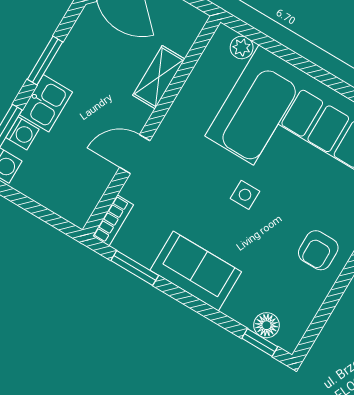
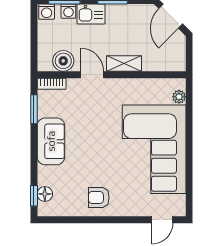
shelving: (159, 77) -> (124, 63), moved
boiler: (90, 184) -> (63, 61), added
side table: (245, 195) -> (105, 143), removed

